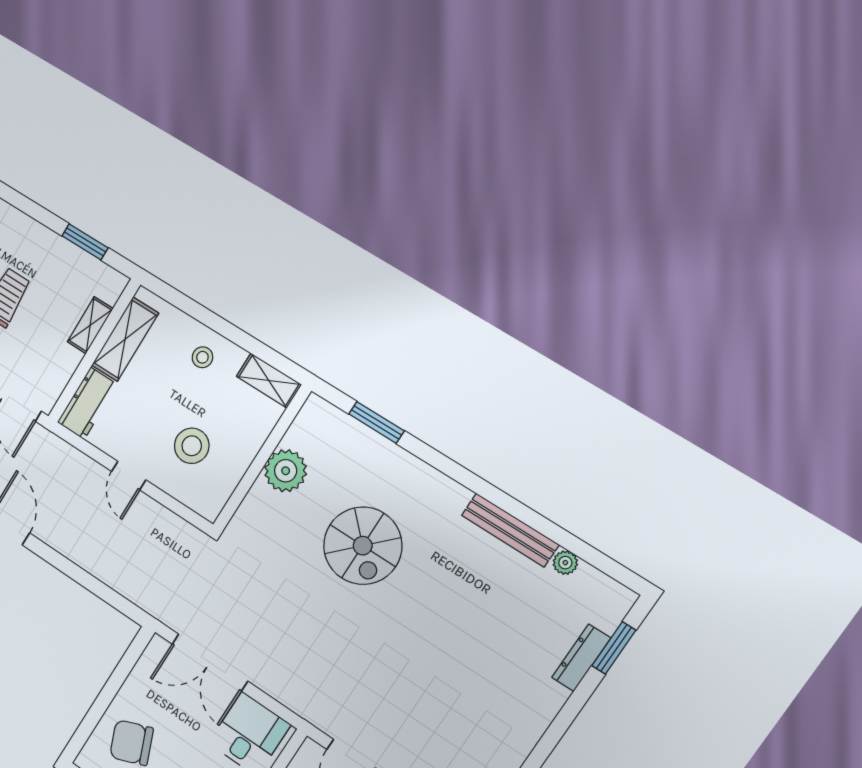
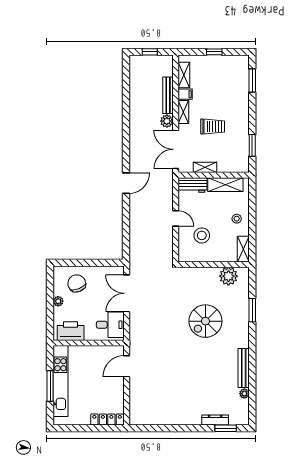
shelving: (90, 325) -> (205, 167), moved
window: (376, 422) -> (252, 310), moved
plant: (286, 471) -> (228, 276), moved
door: (129, 476) -> (176, 218), swing flipped

